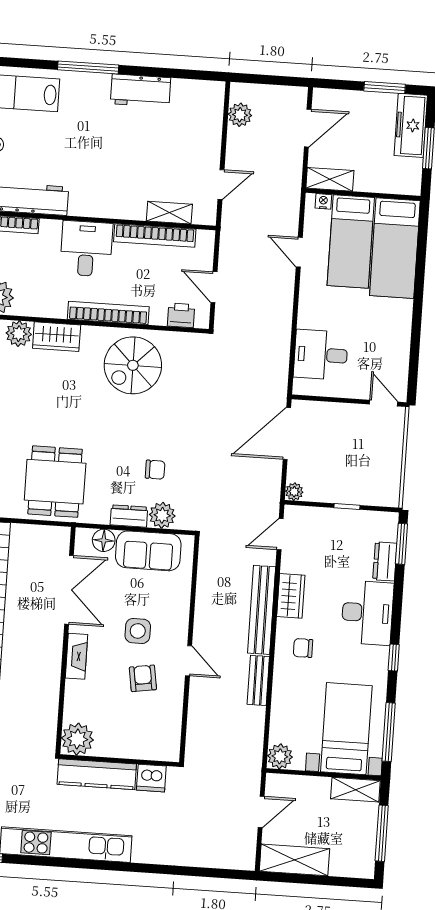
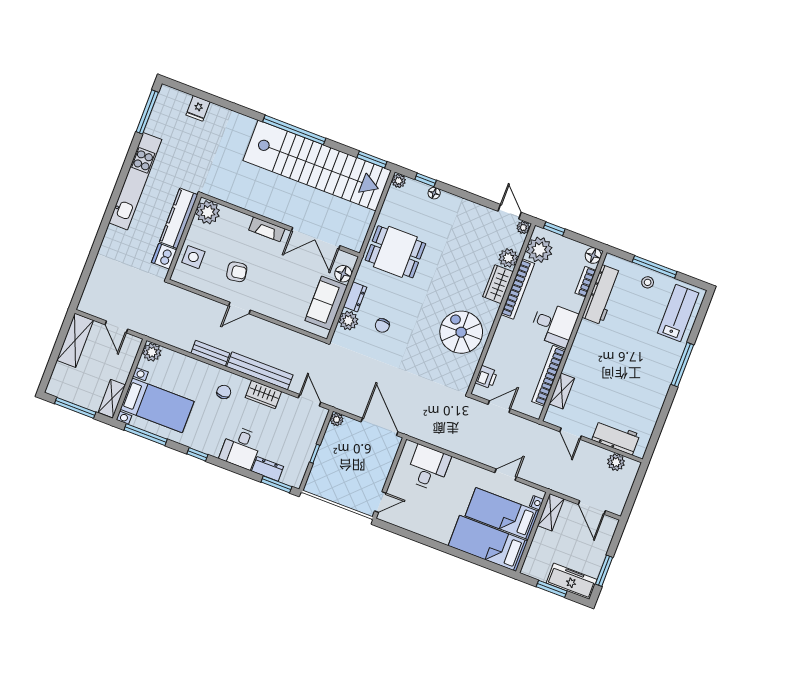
workbench: (141, 91) -> (616, 437), moved, turned 90
bookcase: (108, 313) -> (518, 289), moved
desk: (367, 613) -> (241, 448), width x0.73
side table: (138, 631) -> (193, 257), moved

